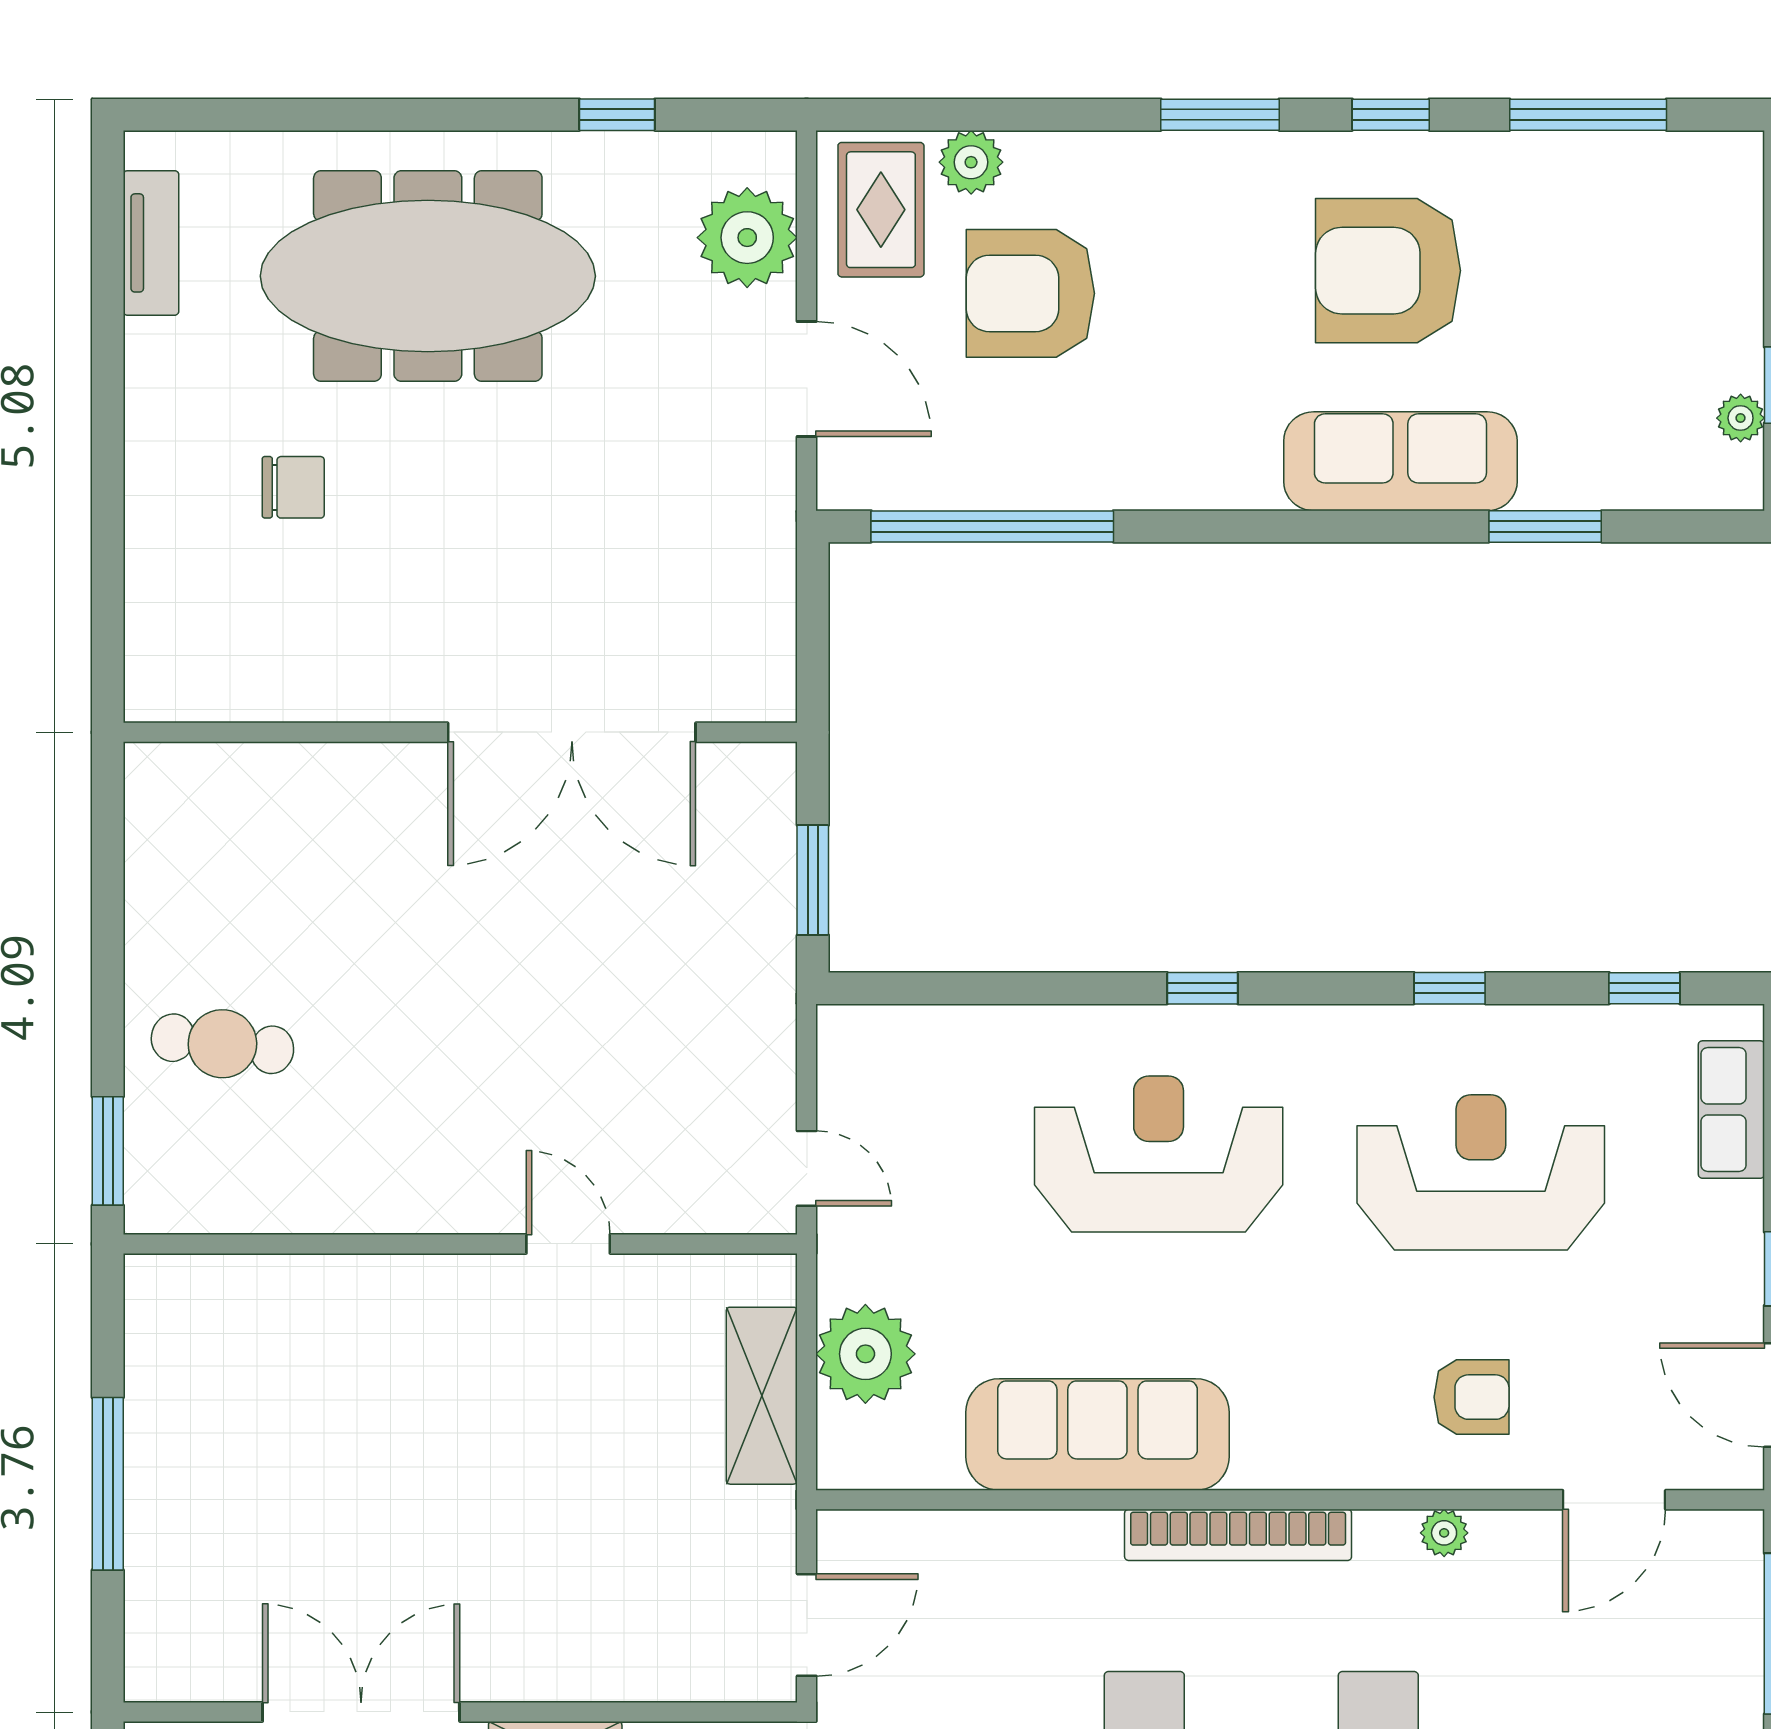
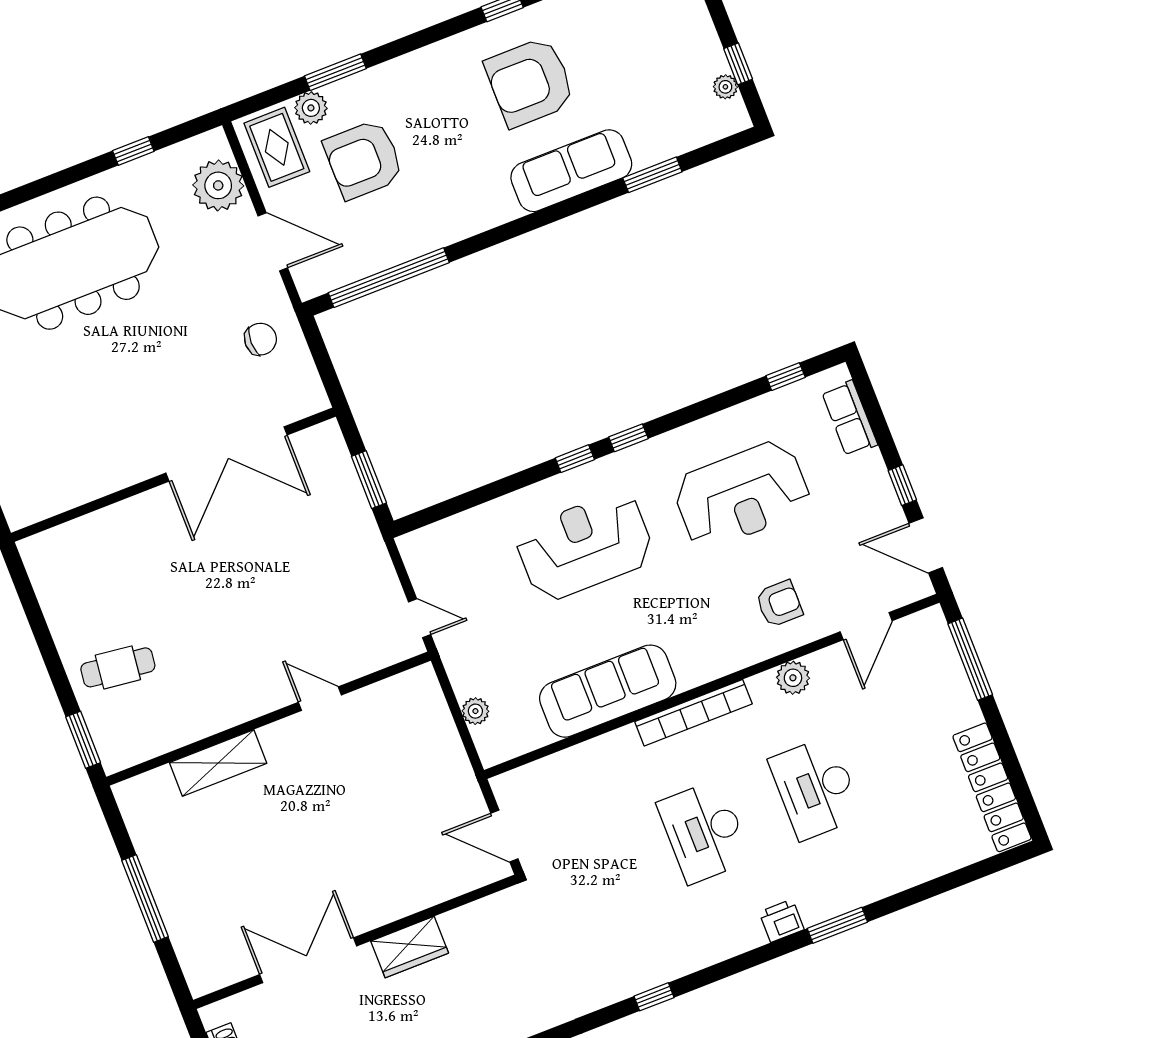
window: (1220, 115) -> (335, 72), moved
chair: (293, 487) -> (260, 339), moved
window: (1450, 988) -> (628, 438), moved
reception desk: (1481, 1172) -> (742, 495), turned 180
plant: (865, 1354) -> (475, 711), width x0.53, depth x0.53
shelving: (762, 1396) -> (218, 763), moved, turned 90
plant: (1444, 1533) -> (793, 678), width x1.38, depth x1.38
door: (807, 1625) -> (504, 836), swing flipped

